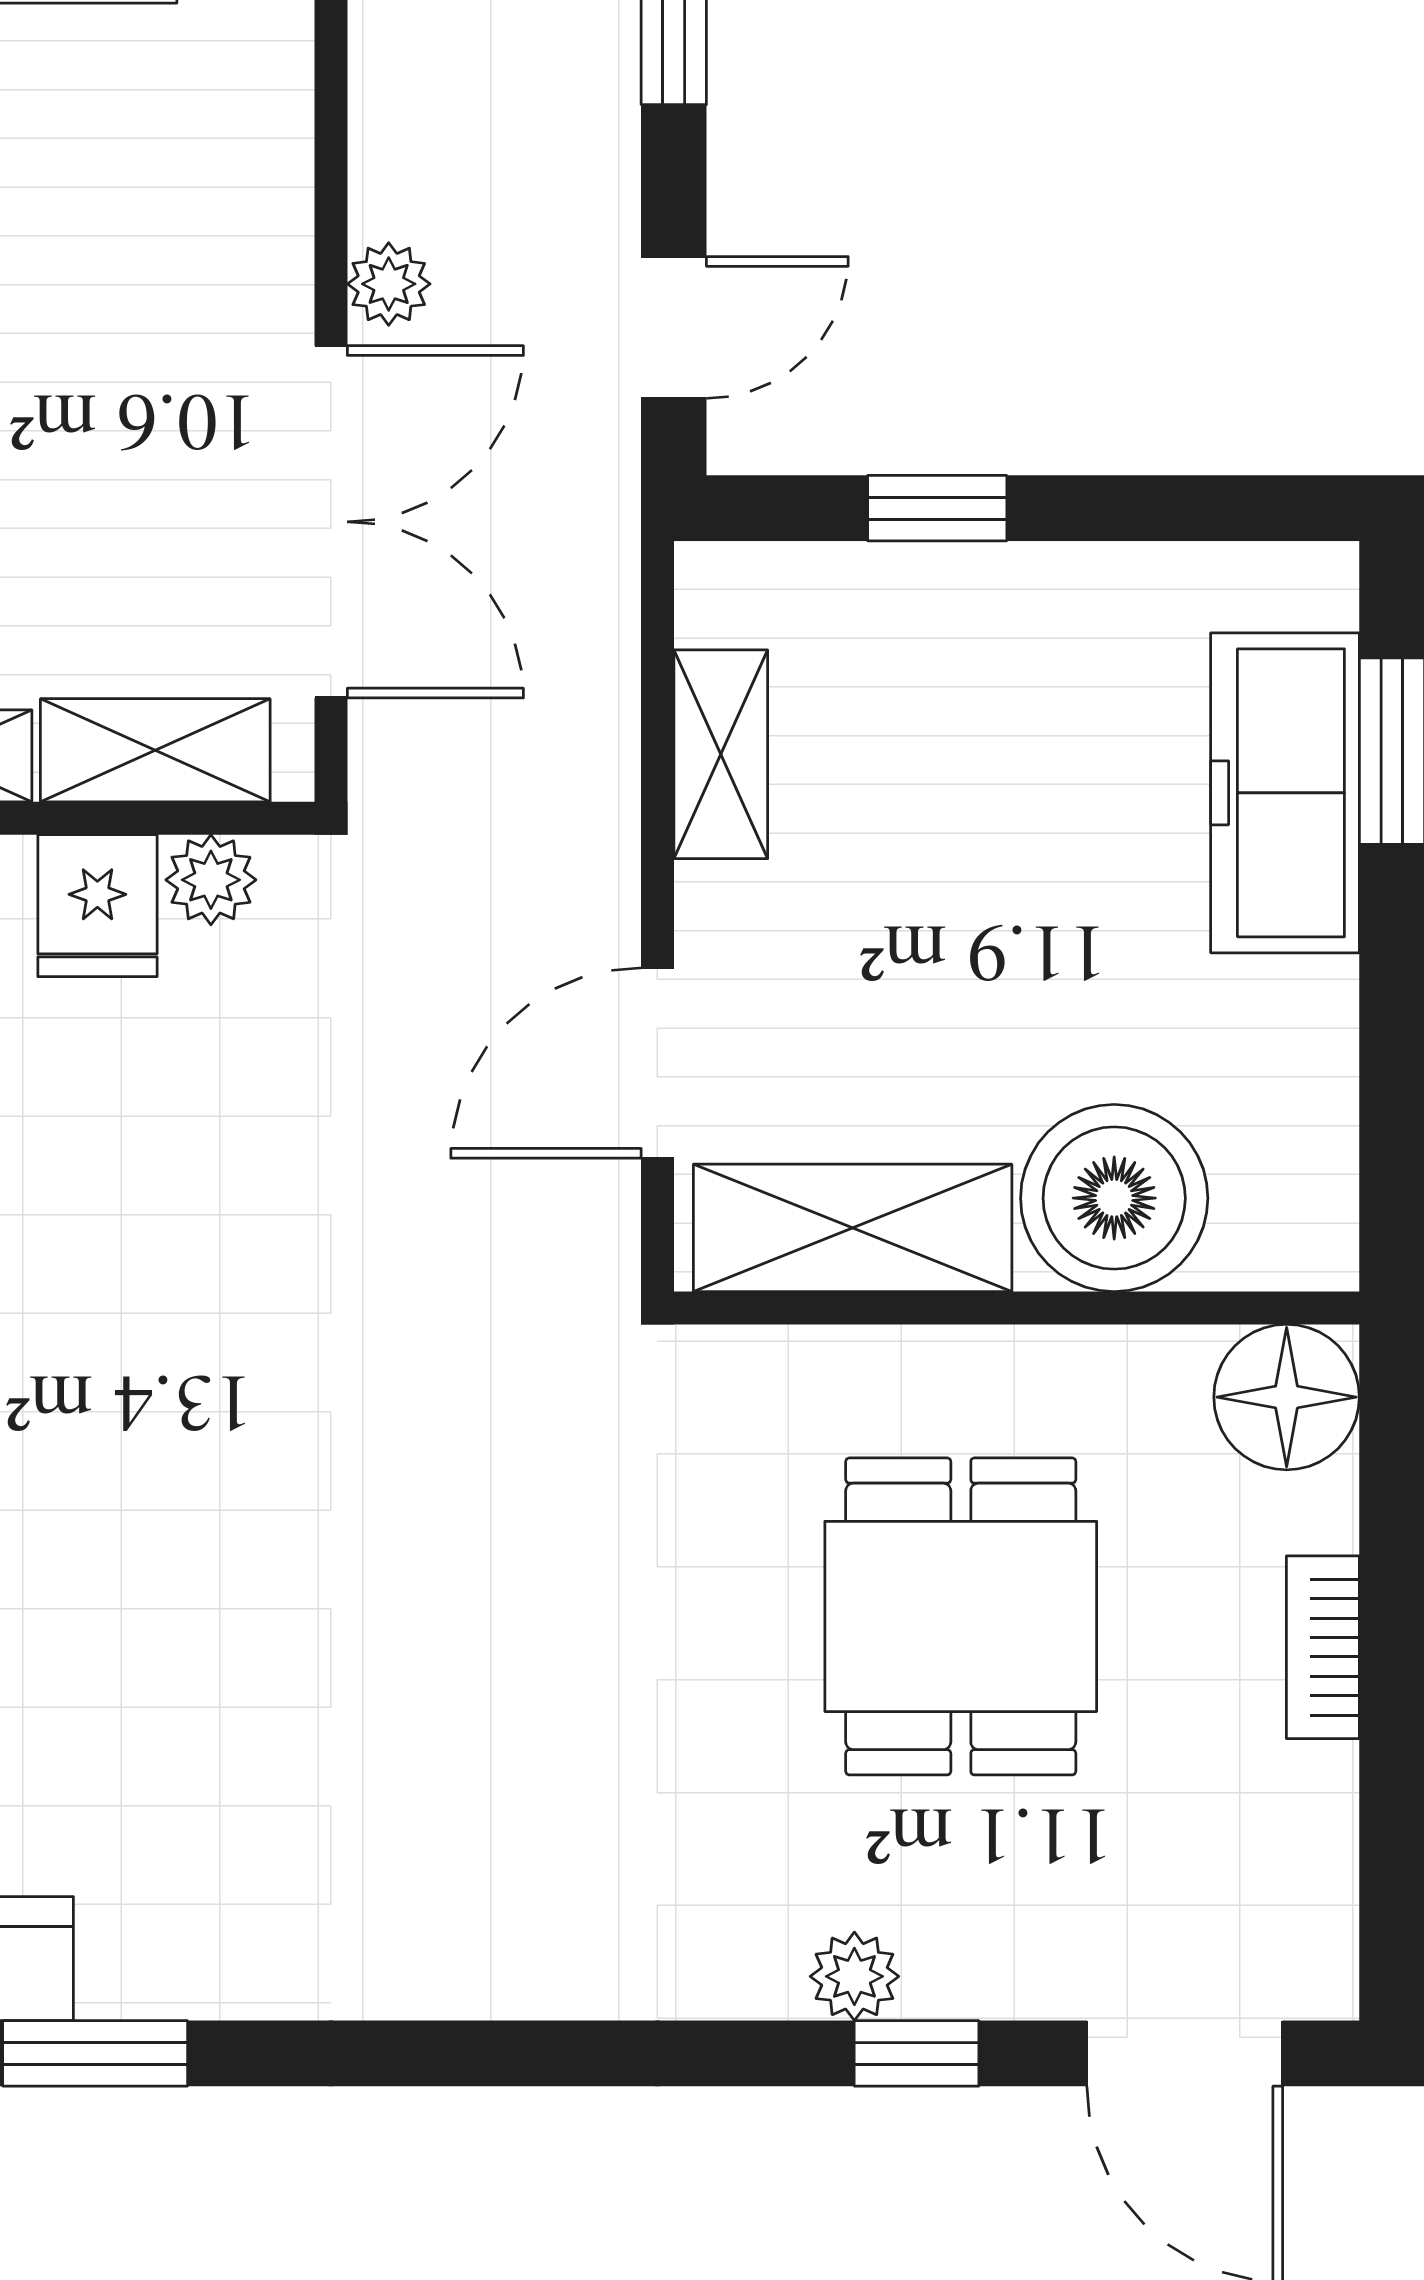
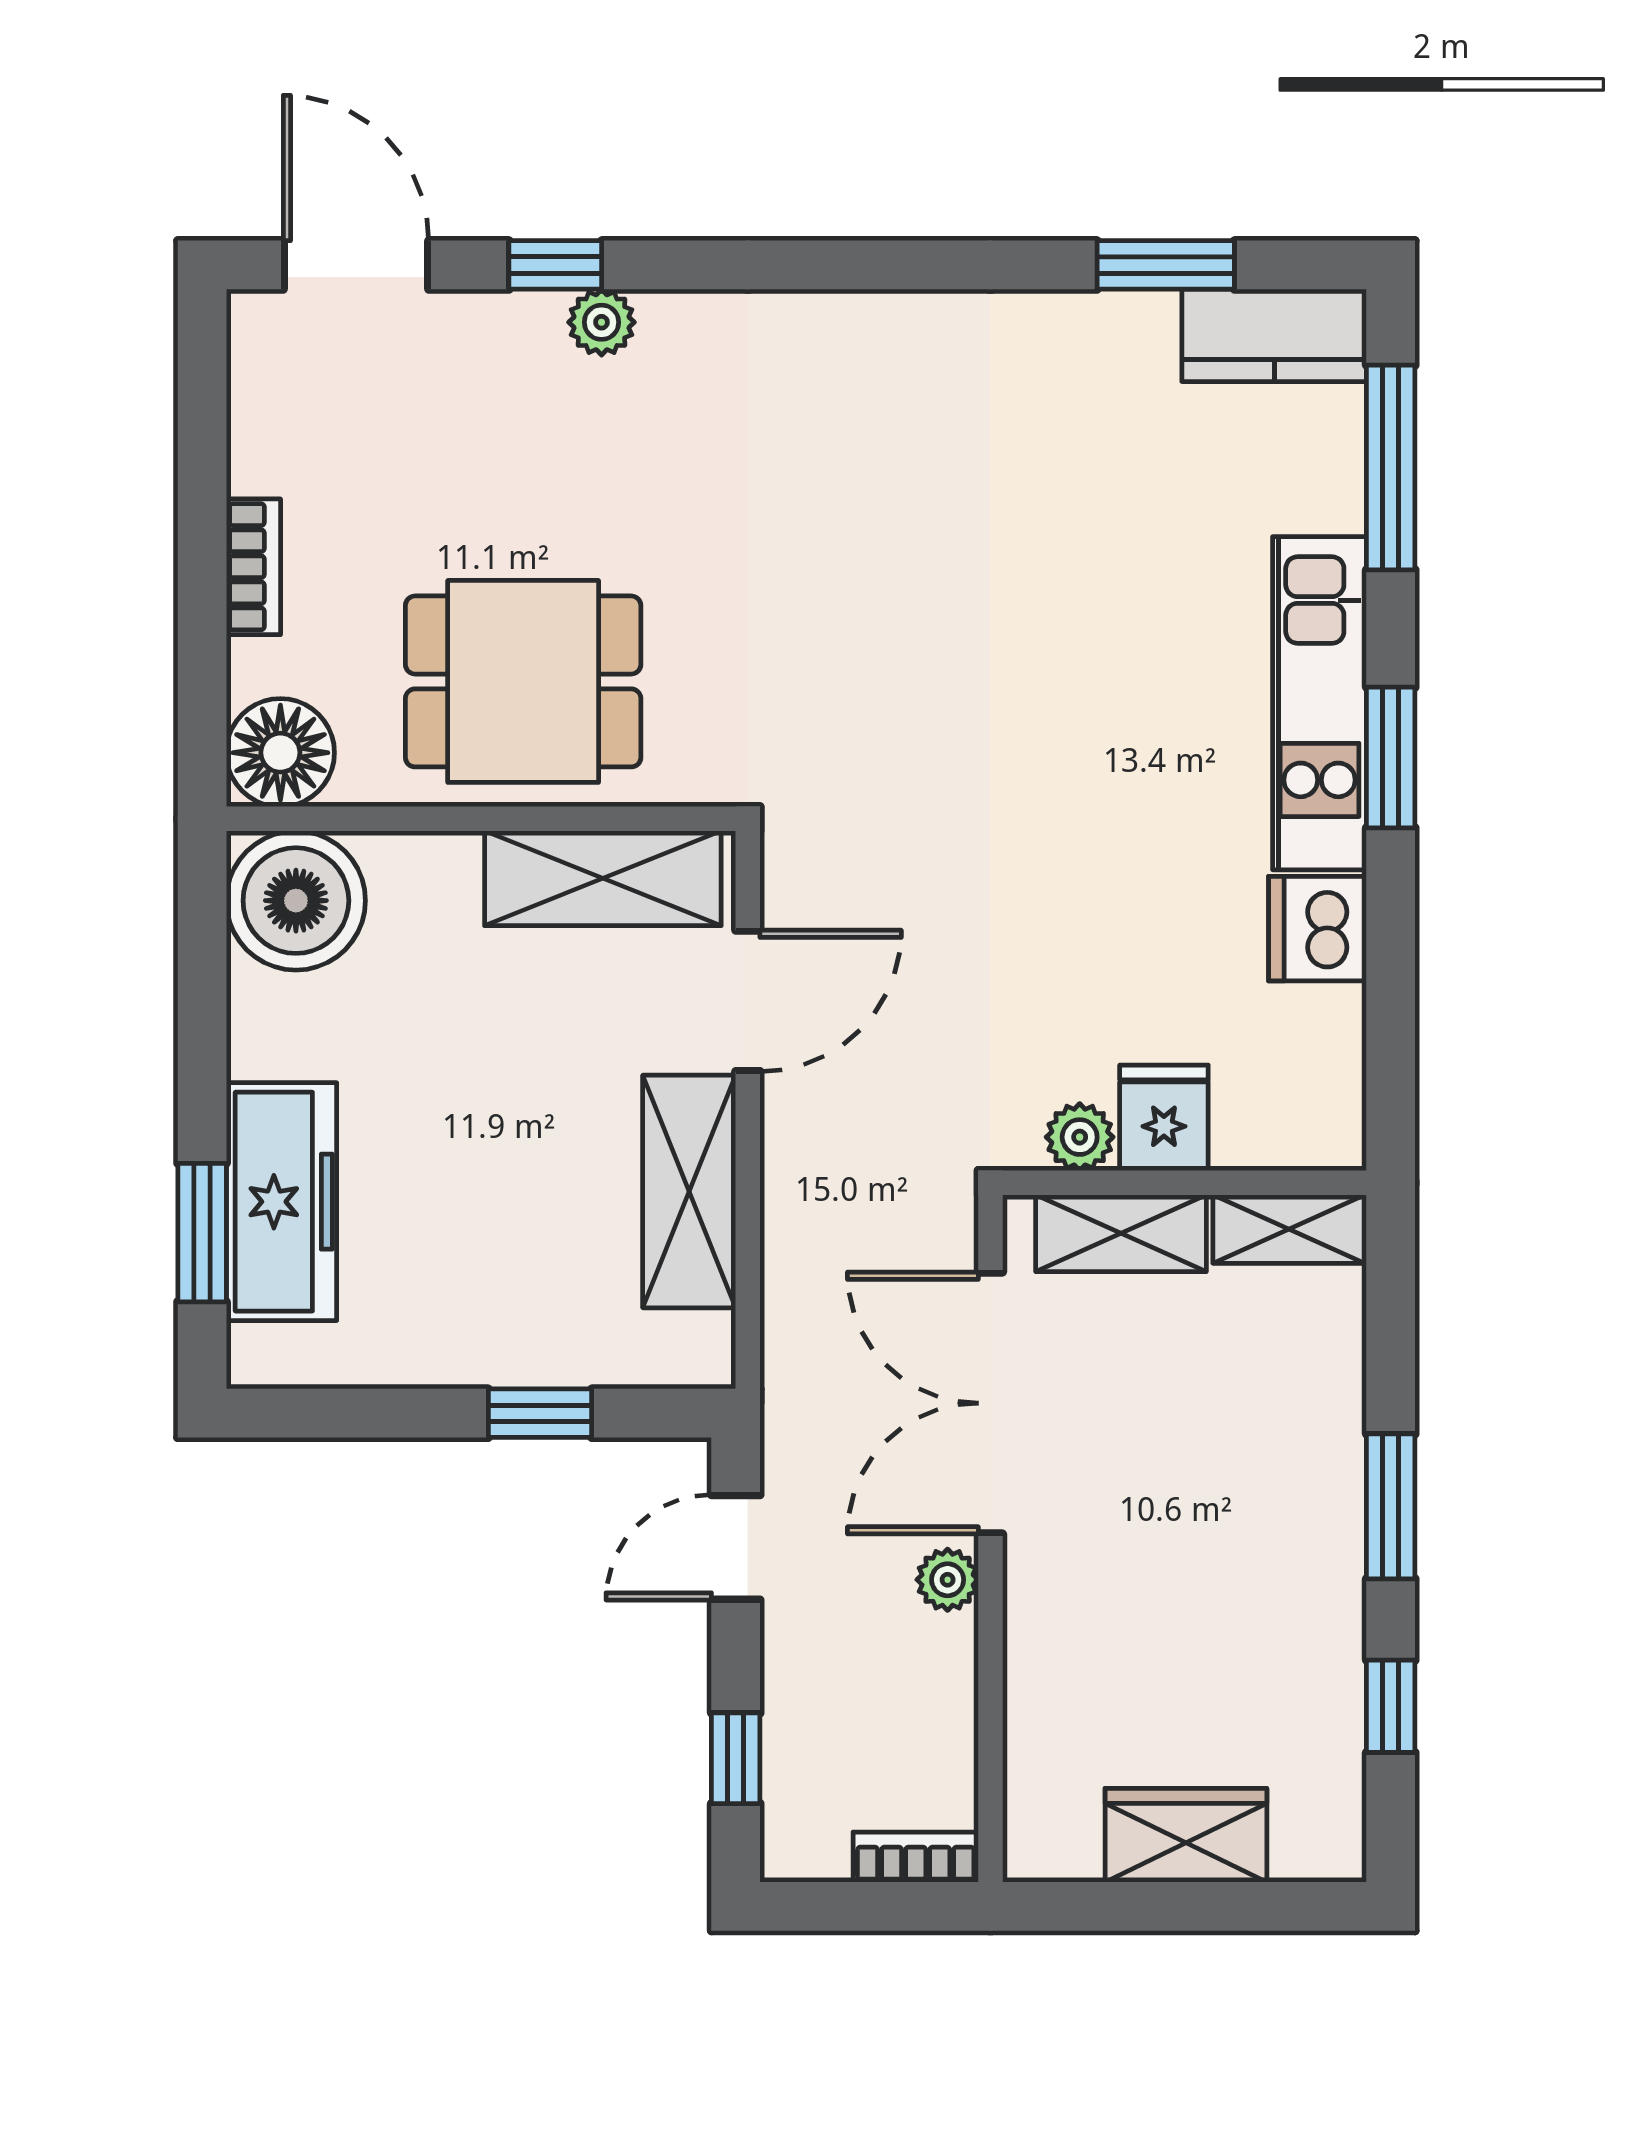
shelving: (721, 754) -> (689, 1191), width x1.50, depth x1.33
boiler: (1114, 1198) -> (296, 901), moved
dining table: (961, 1616) -> (523, 681), moved, turned 90

